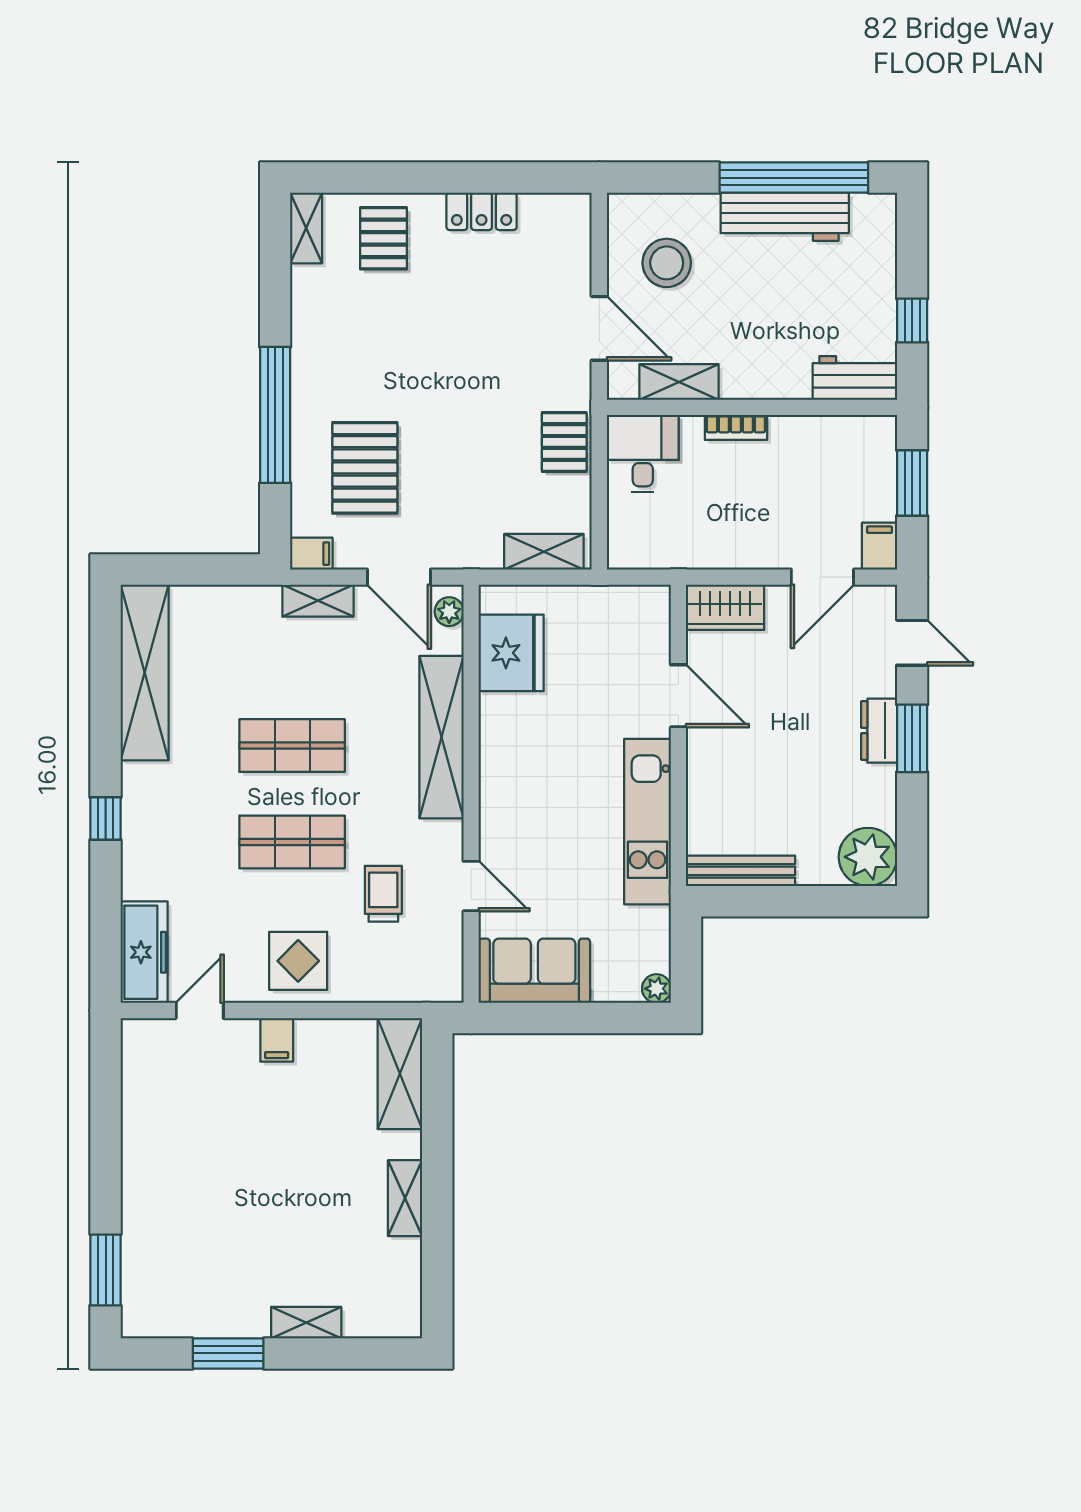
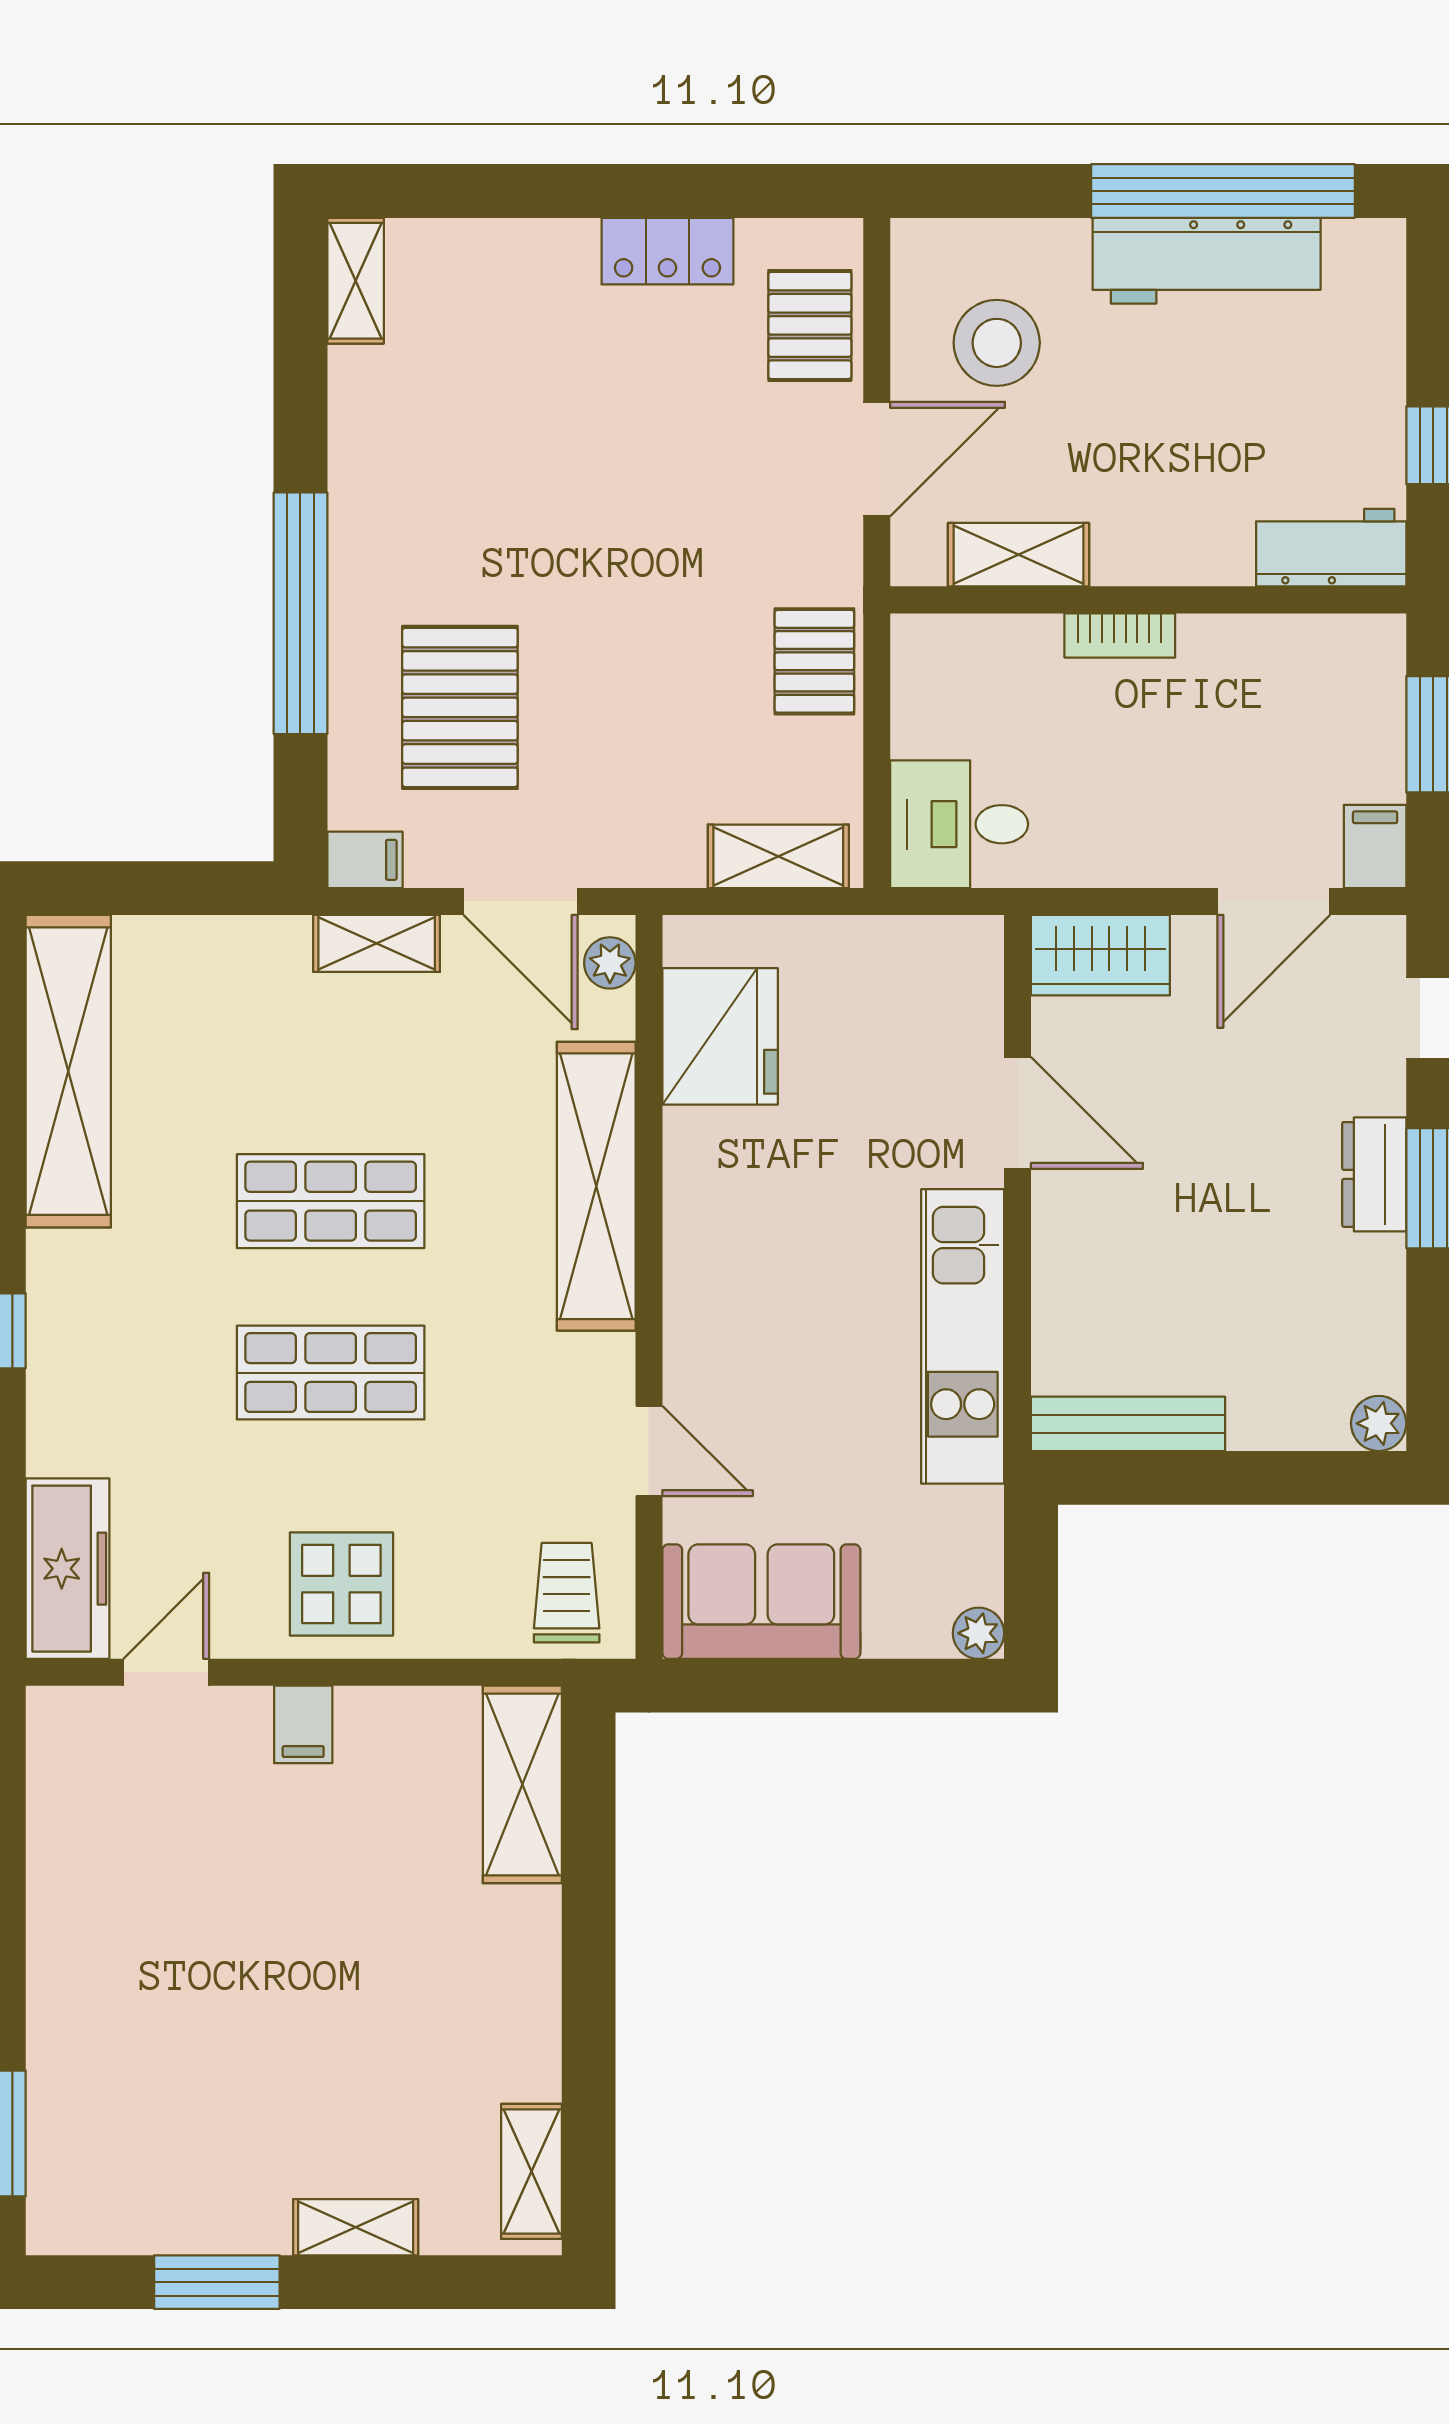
pallet: (383, 238) -> (810, 325), moved
door: (599, 328) -> (877, 459), hinge flipped
desk: (643, 454) -> (959, 824), moved, turned -90
plant: (868, 857) -> (1379, 1423), width x0.53, depth x0.53
trolley: (383, 894) -> (567, 1593), moved
shelving: (405, 1198) -> (531, 2171), moved

